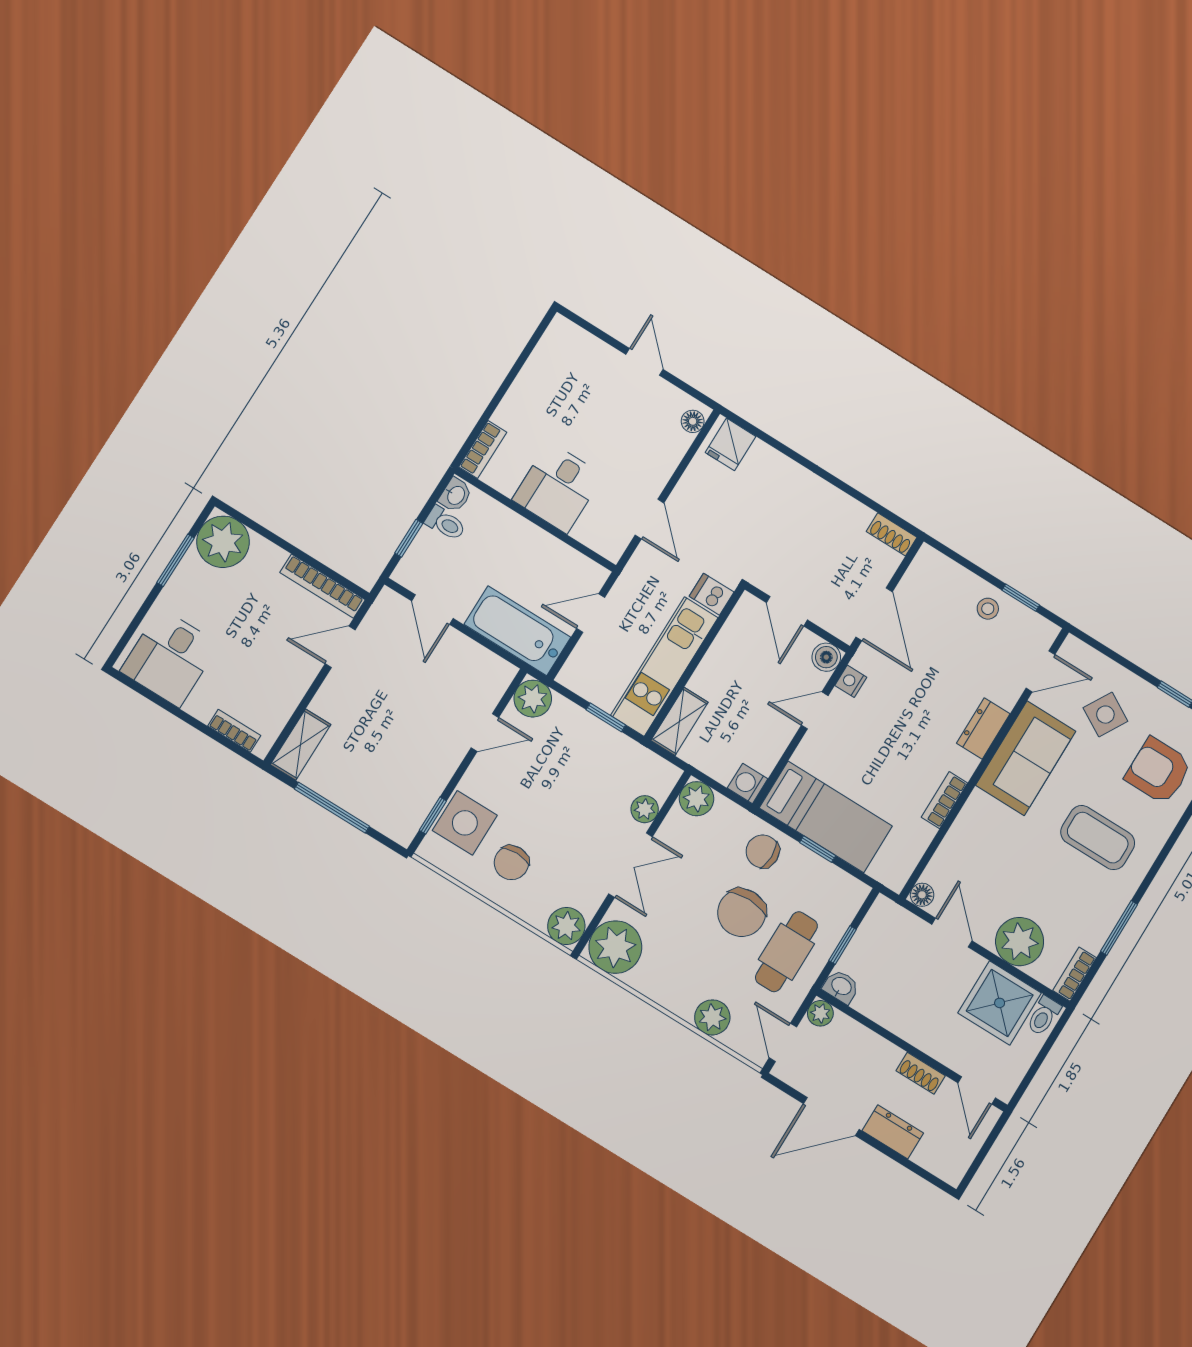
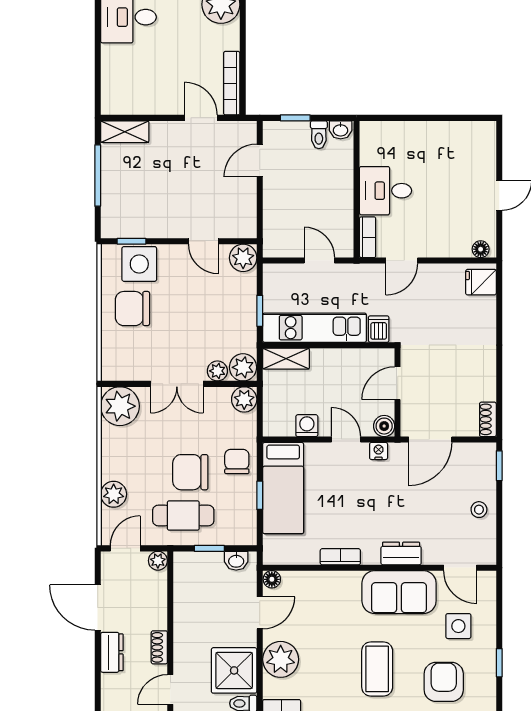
bookcase: (483, 450) -> (368, 237), moved, turned -90
window: (1021, 598) -> (499, 466), moved
bathtub: (517, 631) -> (280, 222), removed
side table: (1105, 715) -> (458, 626), turned -30
bookcase: (234, 731) -> (108, 85), removed
washing machine: (748, 783) -> (307, 426), moved
chair: (511, 863) -> (132, 309), width x1.37, depth x1.37
plant: (566, 926) -> (243, 367), moved
washbasin: (841, 987) -> (236, 561), moved, turned 90

